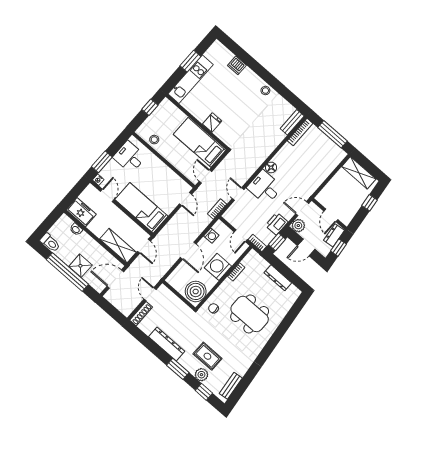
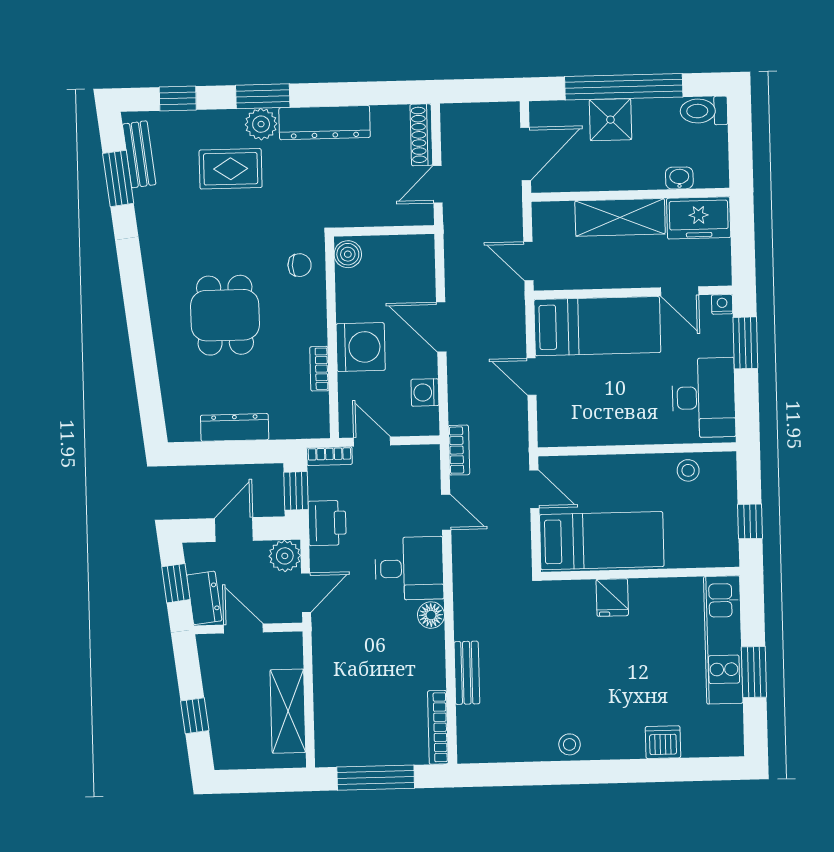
bench: (292, 122) -> (467, 673), moved
desk: (129, 157) -> (704, 398), width x1.37
shelving: (359, 173) -> (288, 711), moved, turned 90
door: (186, 199) -> (531, 377), moved
shelving: (118, 246) -> (620, 217), moved
boiler: (196, 291) -> (348, 254), width x0.54, depth x0.54
door: (150, 294) -> (438, 184), swing flipped
dining table: (250, 314) -> (225, 315), width x0.73
plant: (201, 375) -> (261, 124), moved
window: (244, 384) -> (118, 178), added

